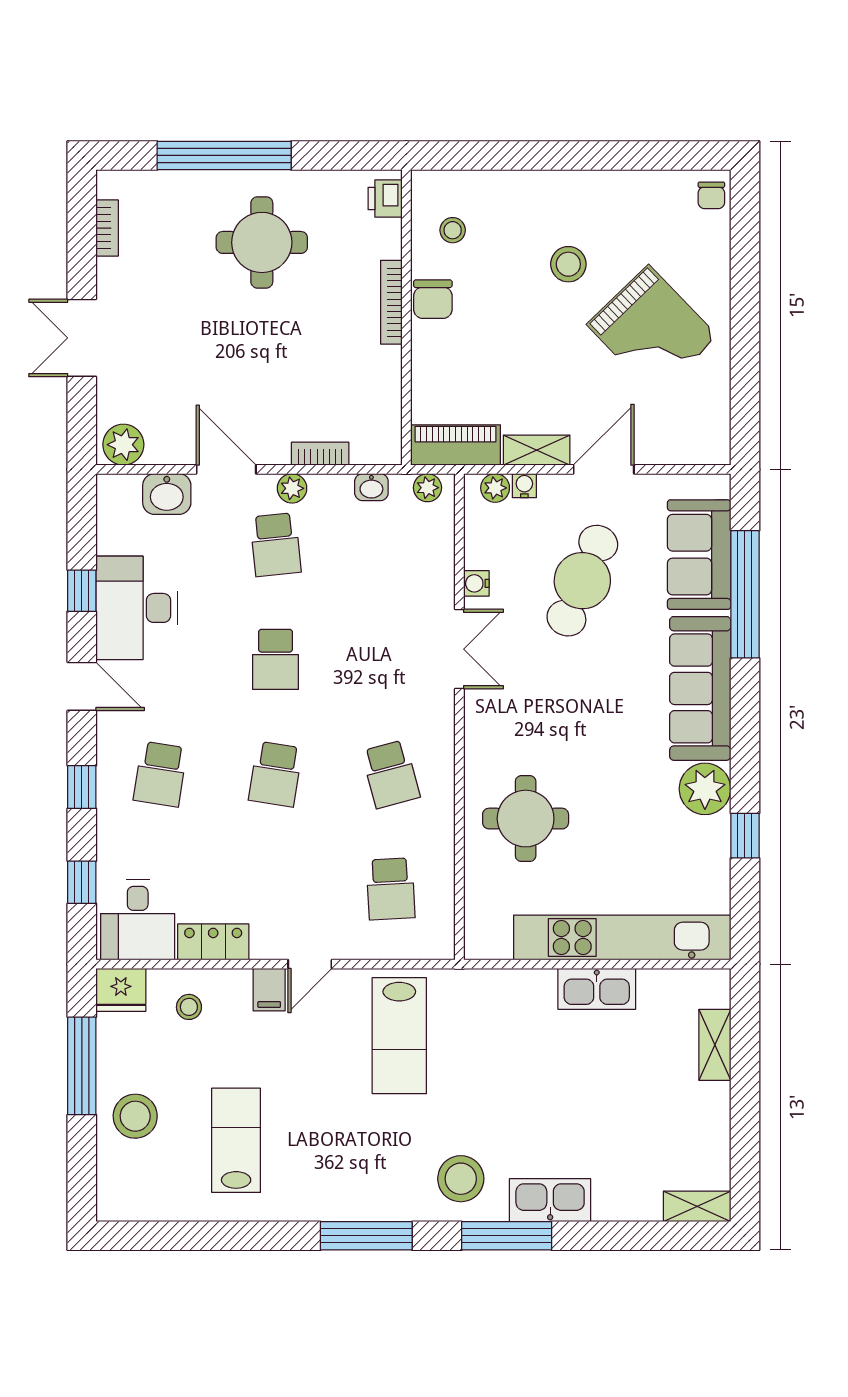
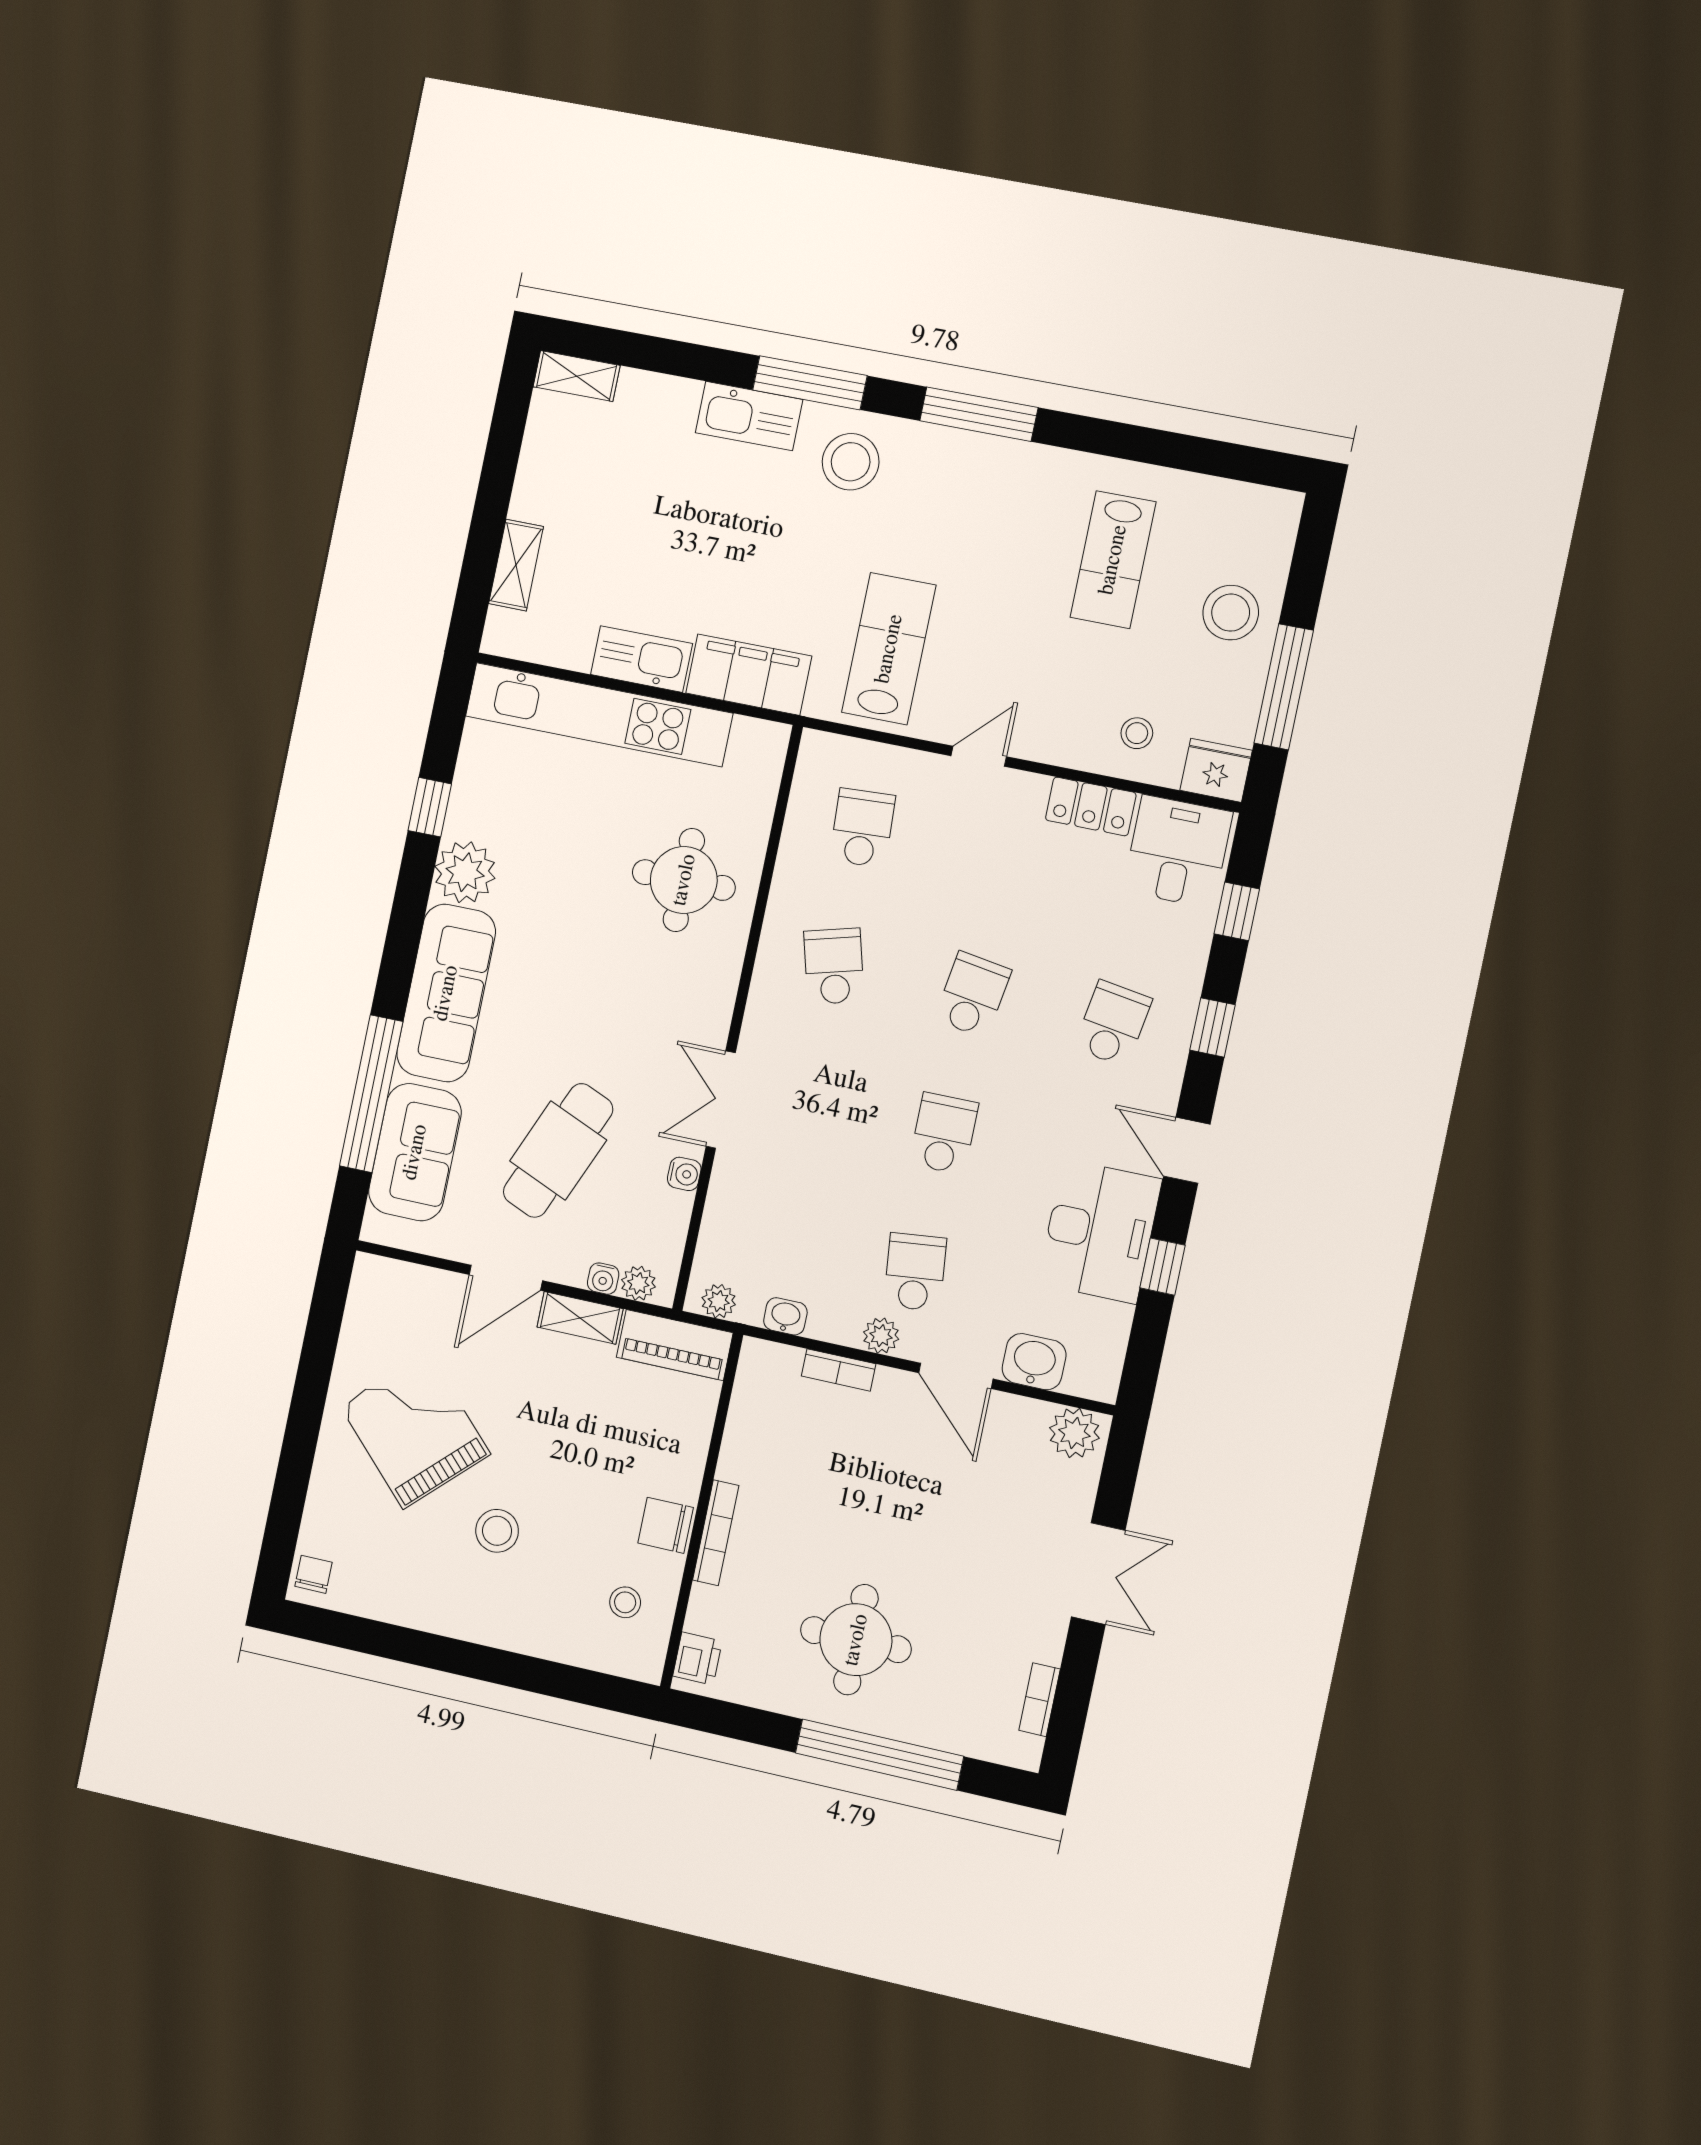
chair: (433, 299) -> (666, 1525), turned -90
filing cabinet: (269, 990) -> (749, 675), moved, width x3.00, depth x1.17

